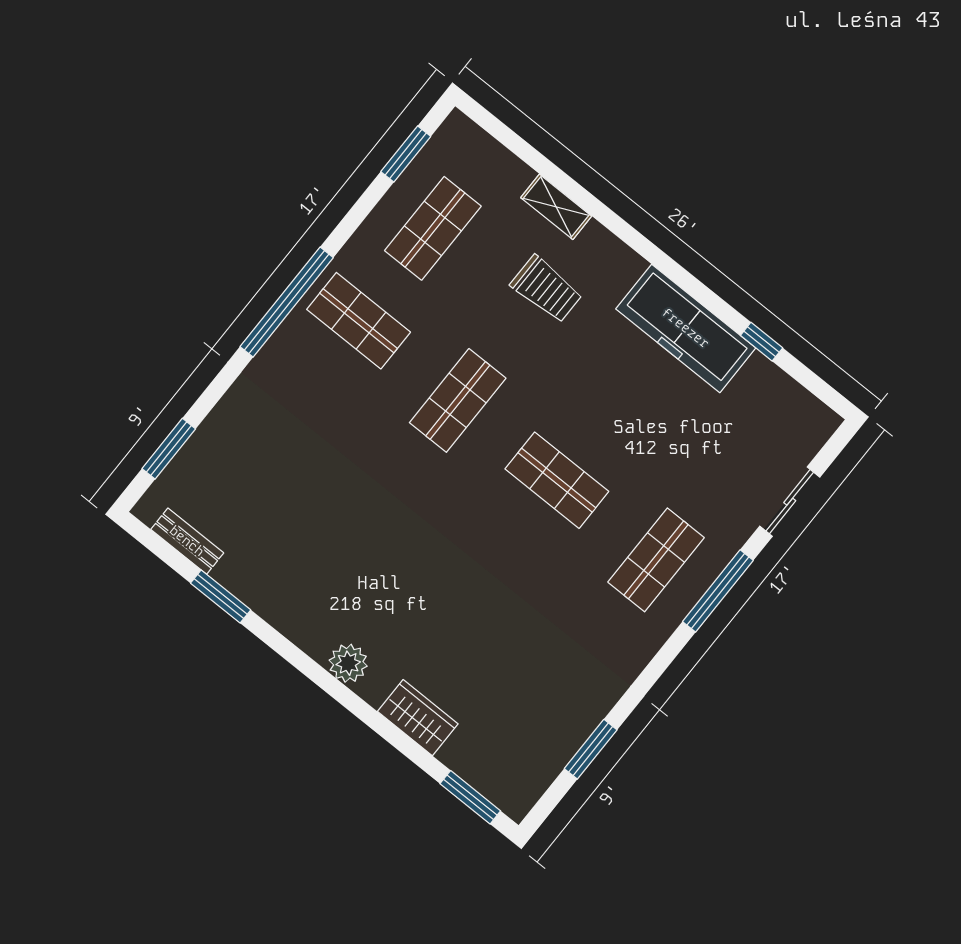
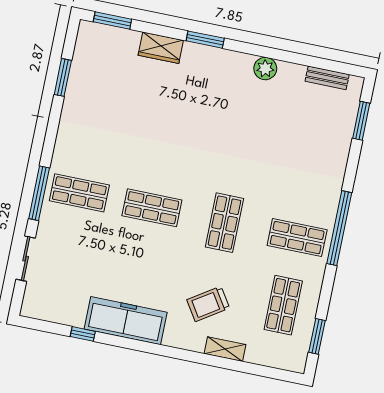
trolley: (546, 289) -> (208, 304), turned -33
shop shelf: (656, 560) -> (79, 193), turned 90
window: (221, 596) -> (205, 40), moved
plant: (348, 663) -> (265, 69), moved

